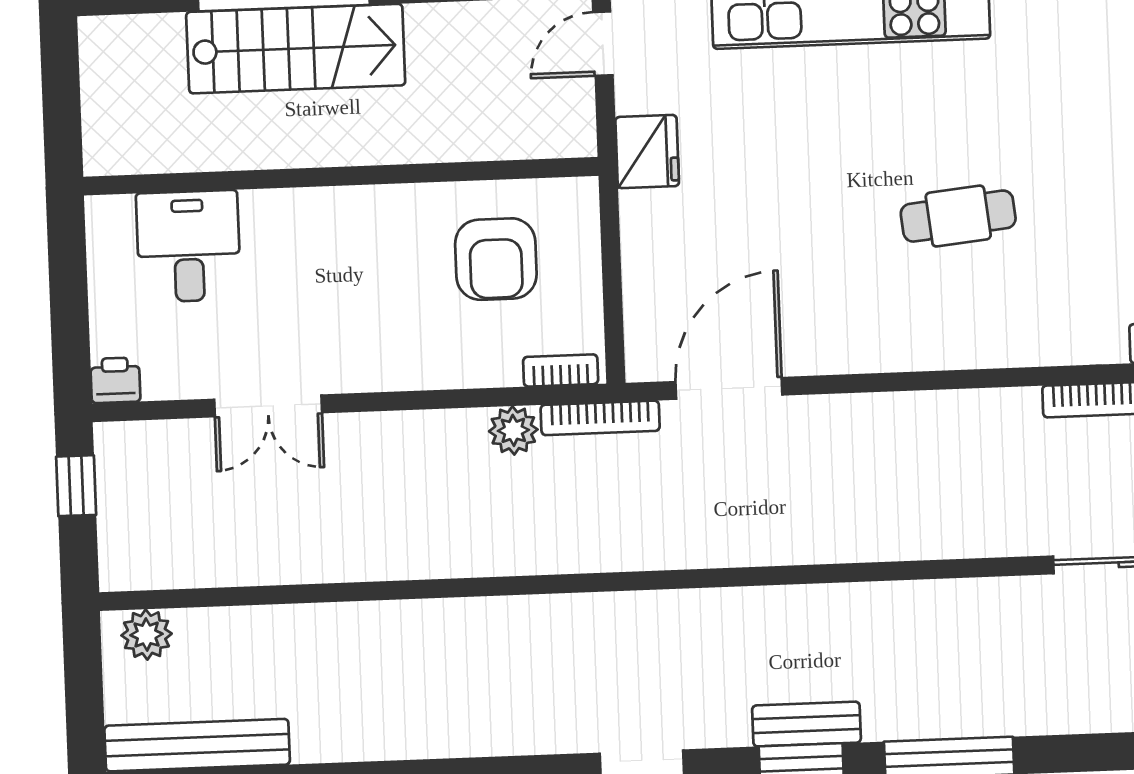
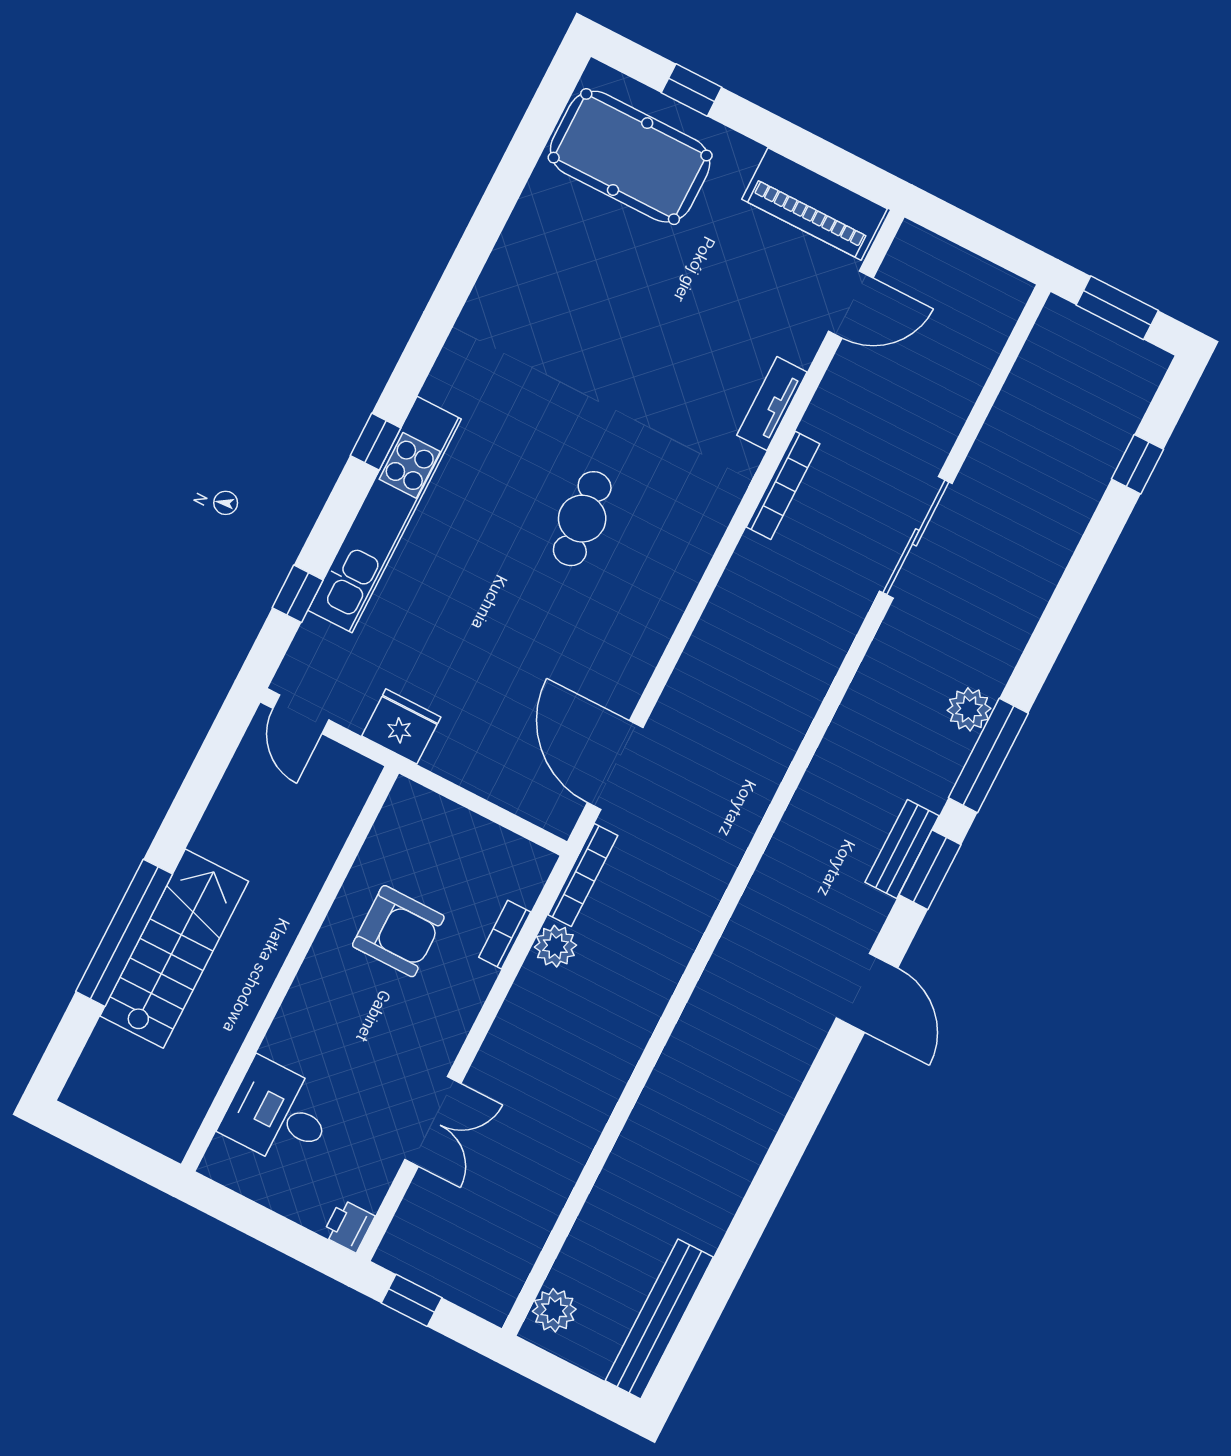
armchair: (496, 259) -> (398, 931), moved
bookcase: (561, 370) -> (505, 935), moved
plant: (985, 713) -> (969, 709), added

